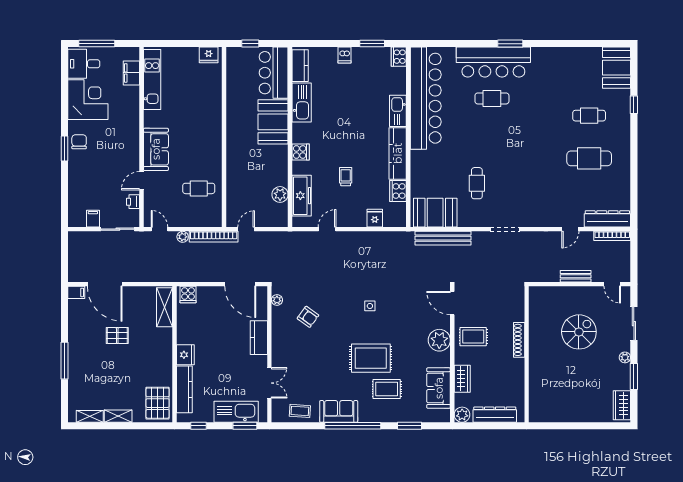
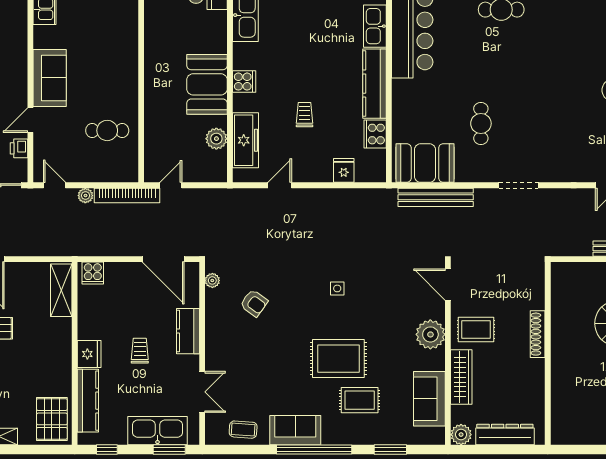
booth: (273, 122) -> (207, 84), moved
trolley: (223, 352) -> (140, 351), added
wardrobe: (462, 379) -> (461, 377), width x1.50

